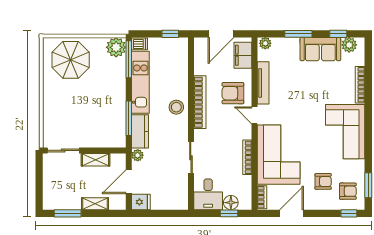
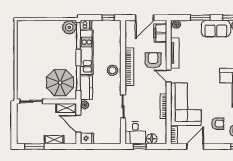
parasol: (71, 60) -> (60, 83), moved
armchair: (233, 93) -> (153, 60), turned 90
shelving: (96, 160) -> (66, 108), moved
door: (129, 182) -> (78, 124), hinge flipped
window: (229, 213) -> (140, 146), moved

